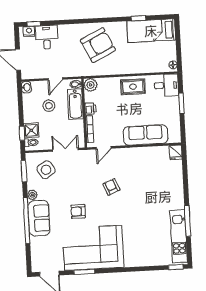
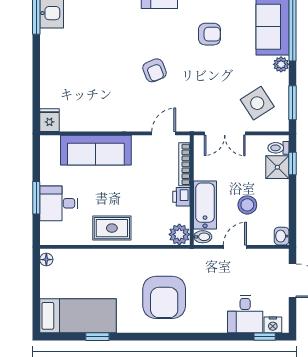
armchair: (98, 45) -> (164, 297), turned -64
desk: (166, 85) -> (59, 203), moved

